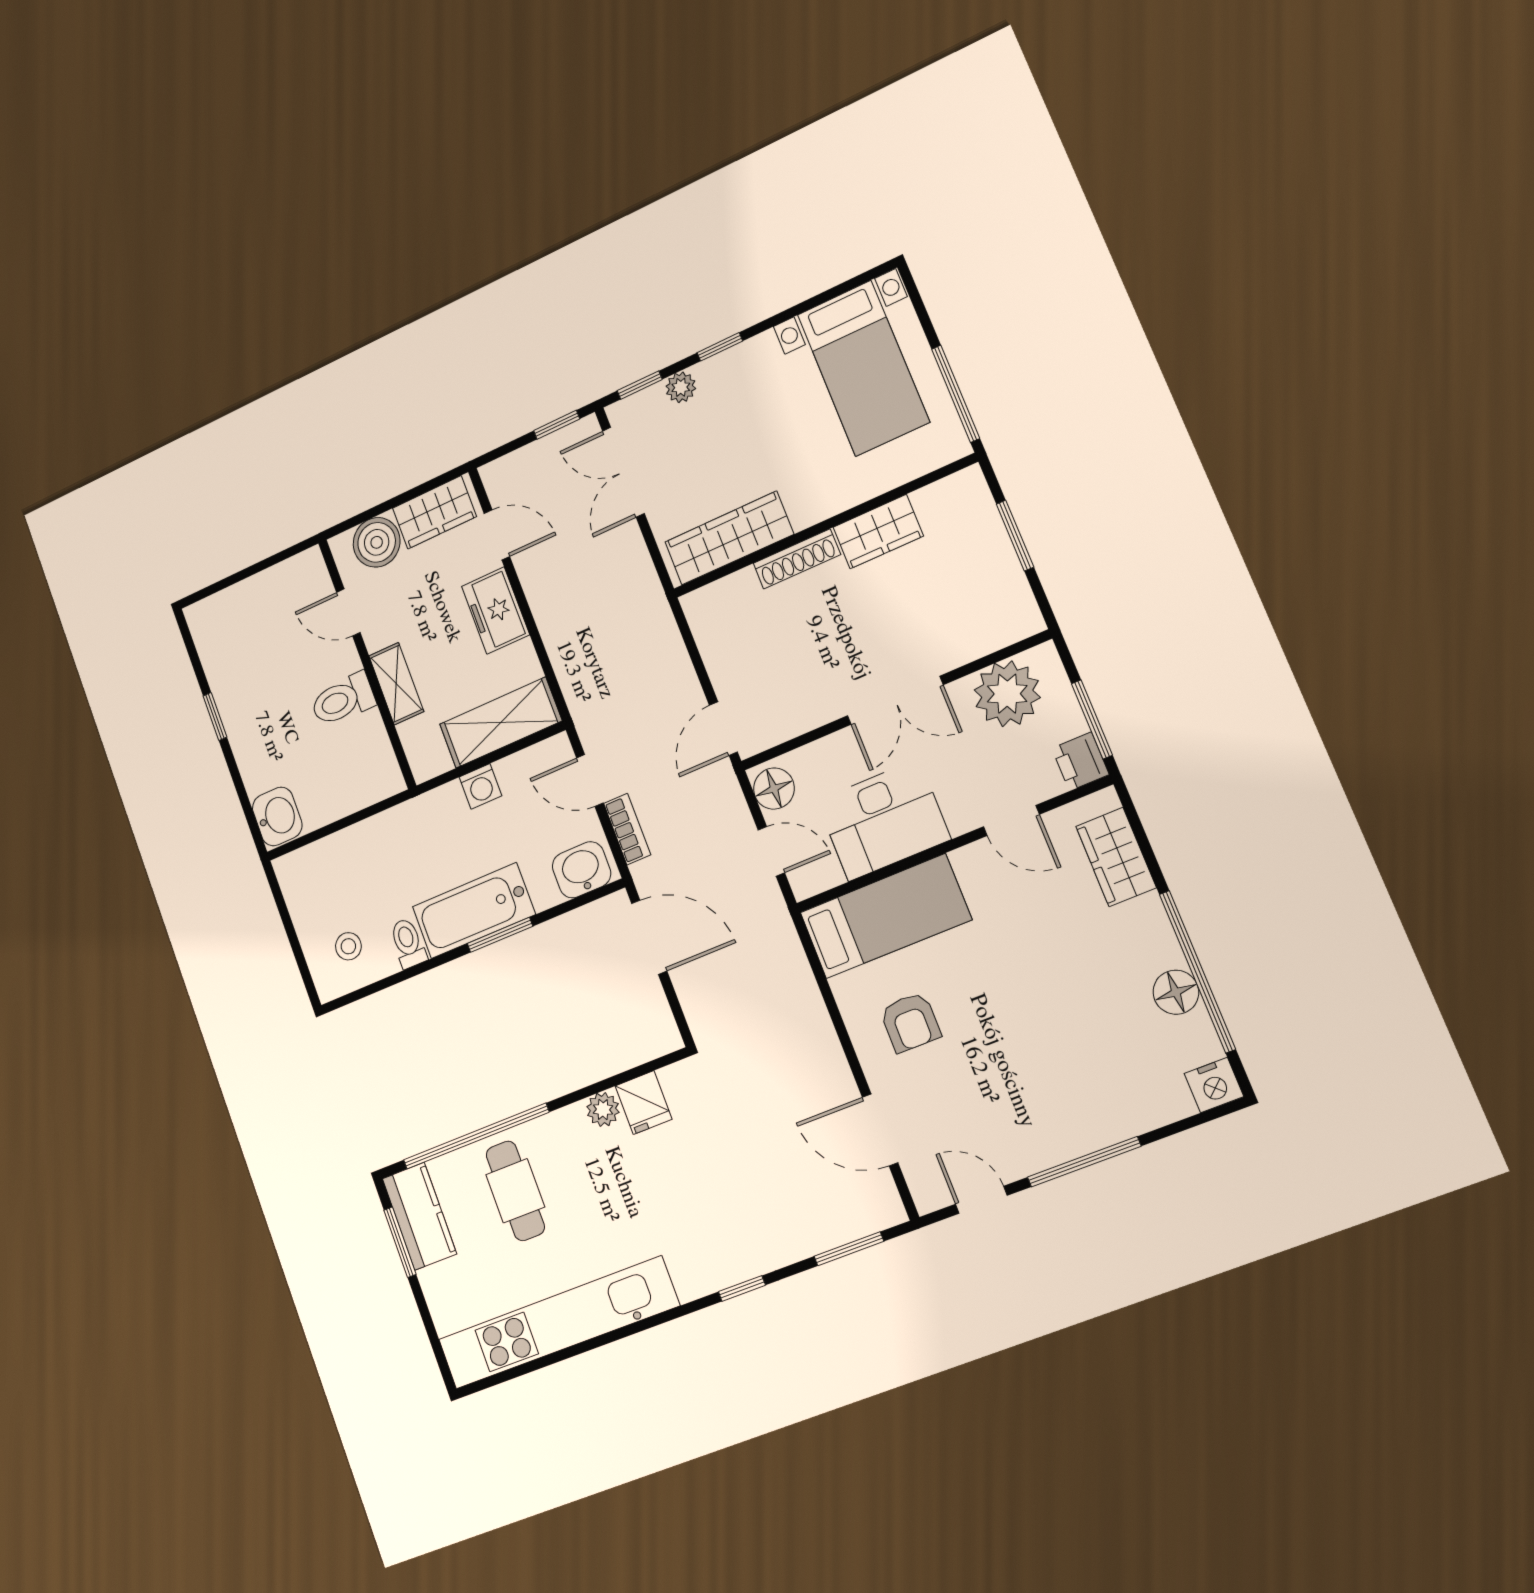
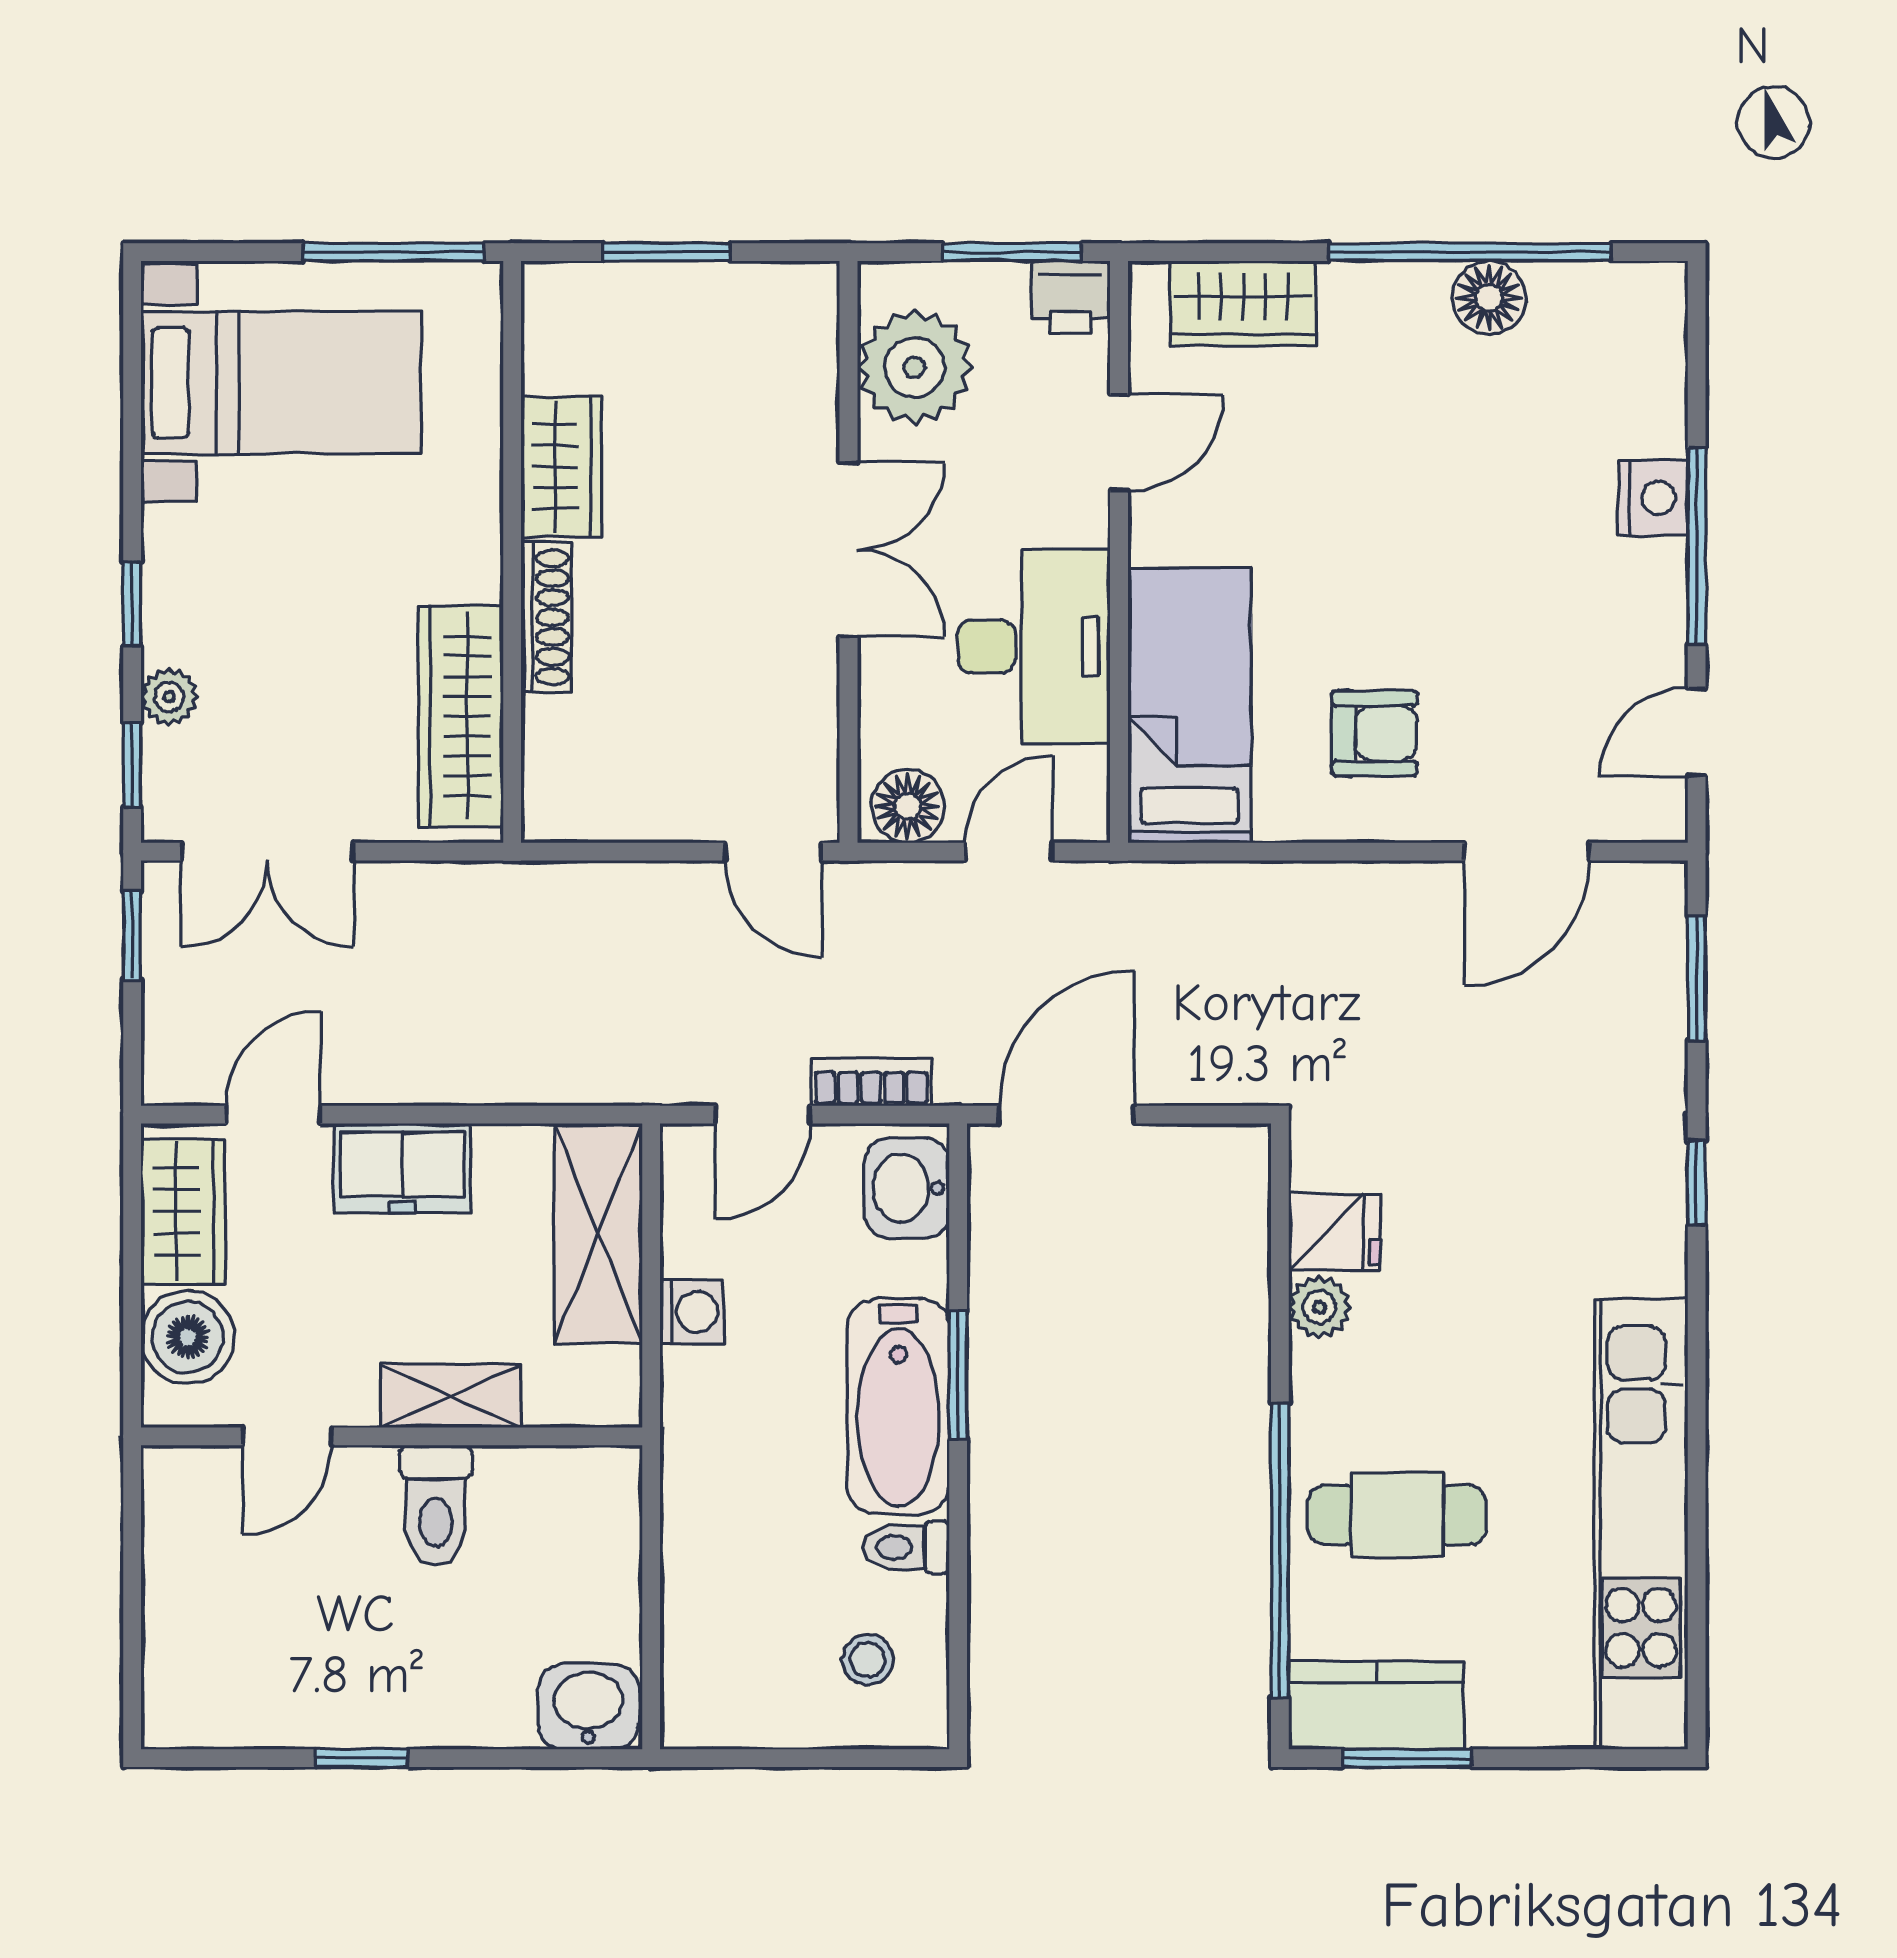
nightstand: (1214, 1085) -> (1653, 498), moved

